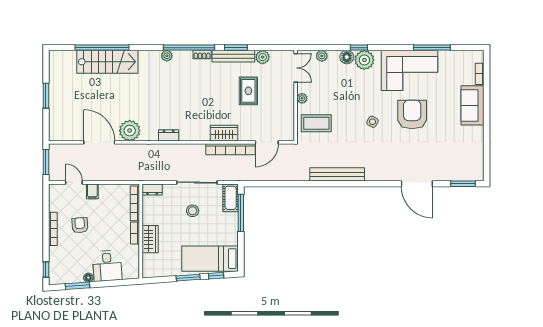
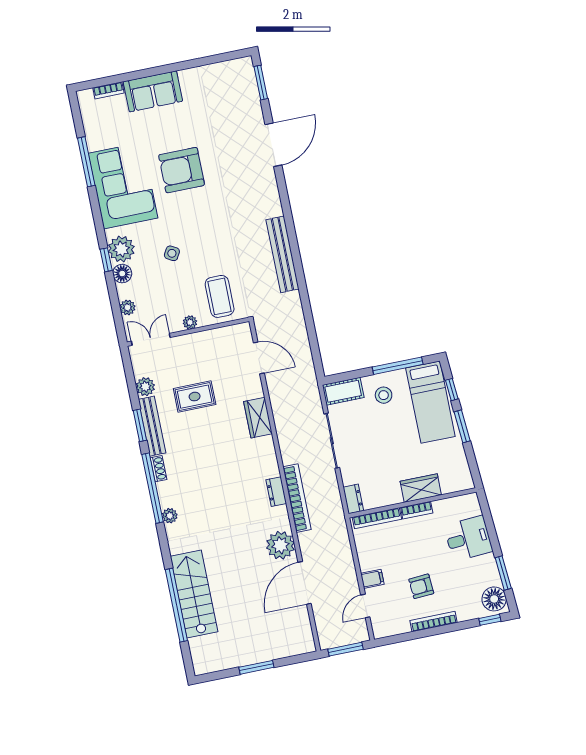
side table: (372, 122) -> (172, 253), moved
bookcase: (230, 149) -> (297, 498), moved
stool: (193, 211) -> (384, 395), moved
window: (241, 213) -> (398, 366), moved
floor lamp: (88, 278) -> (494, 599), moved, width x1.89, depth x1.89

